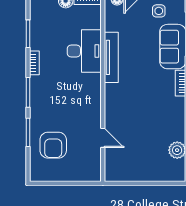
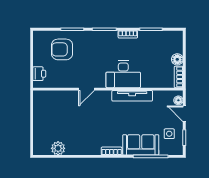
desk: (84, 51) -> (123, 74), moved
door: (103, 138) -> (86, 89), moved
printer: (84, 174) -> (39, 74), added

